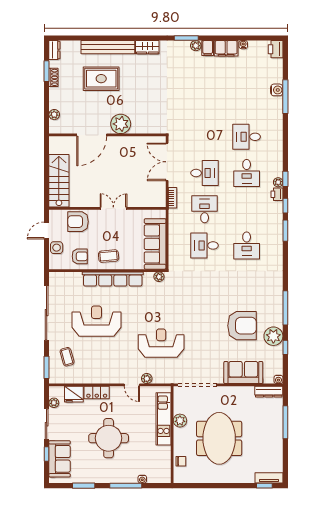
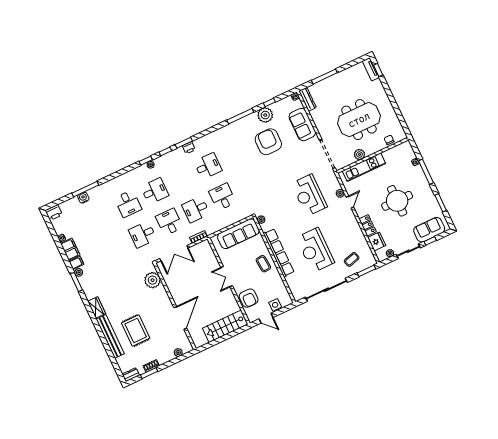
plant: (121, 124) -> (153, 280), moved
door: (92, 135) -> (180, 318), hinge flipped
desk: (205, 137) -> (143, 234), added
printer: (277, 194) -> (189, 148), moved
desk: (205, 245) -> (222, 197), turned 180
armchair: (80, 256) -> (274, 285), removed

